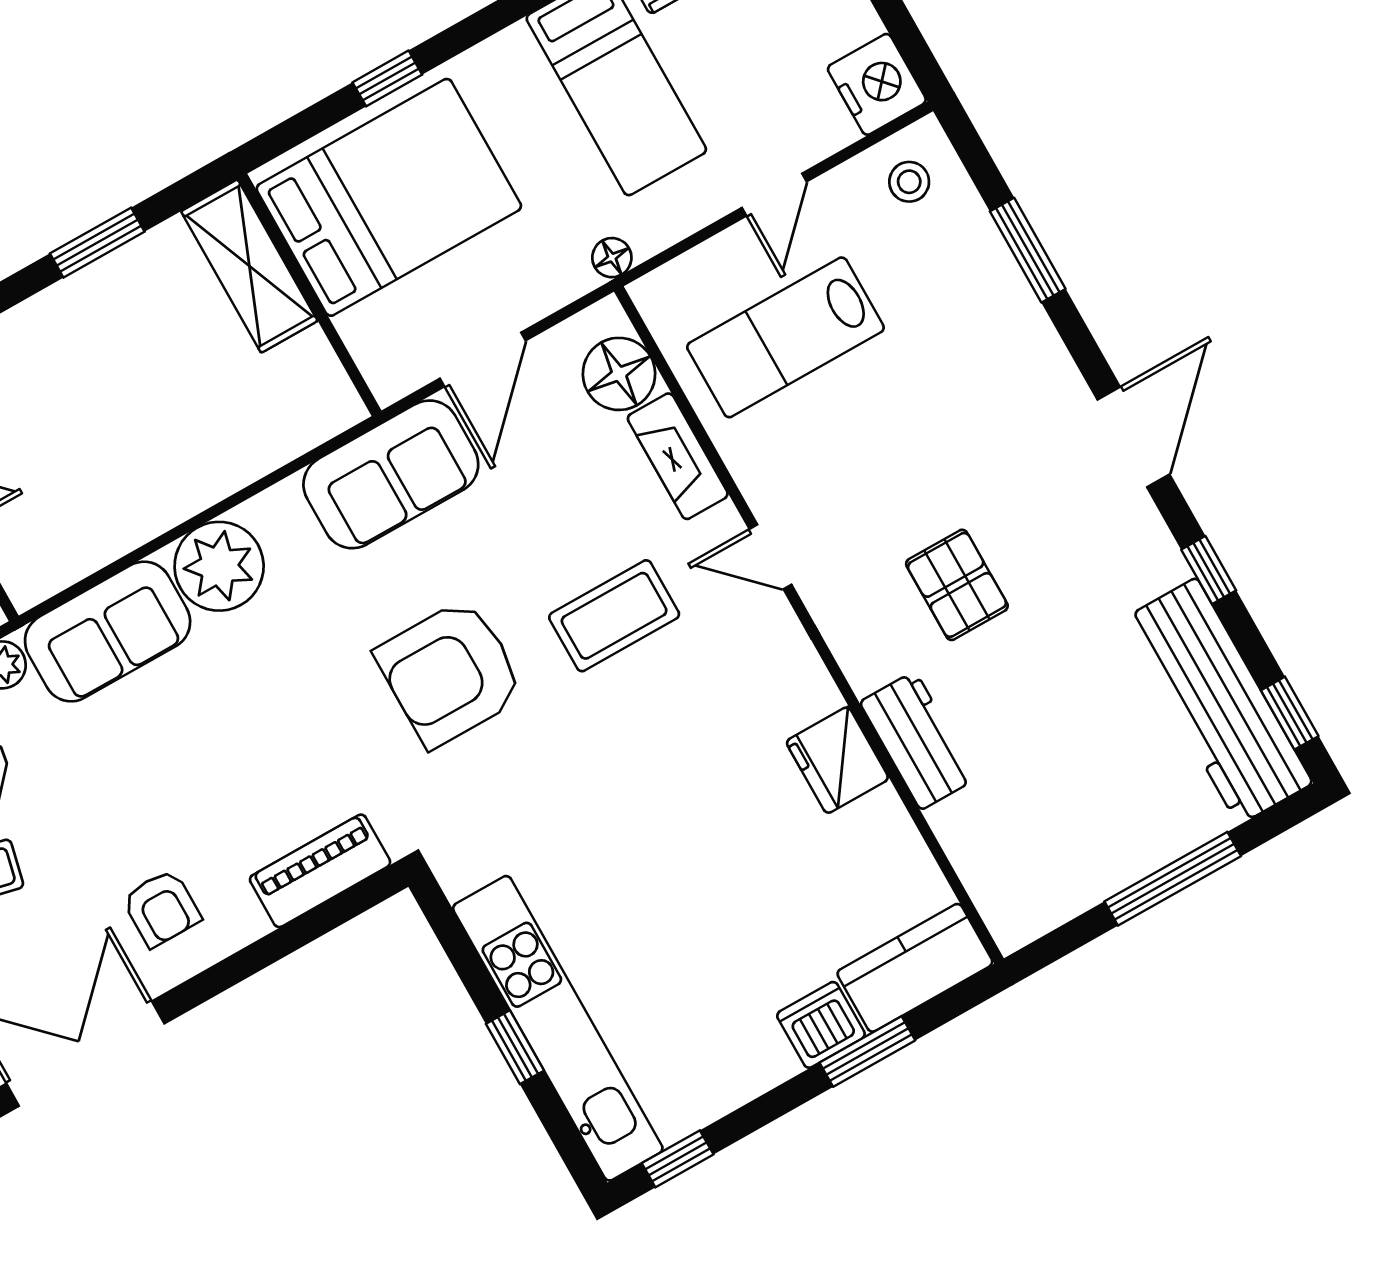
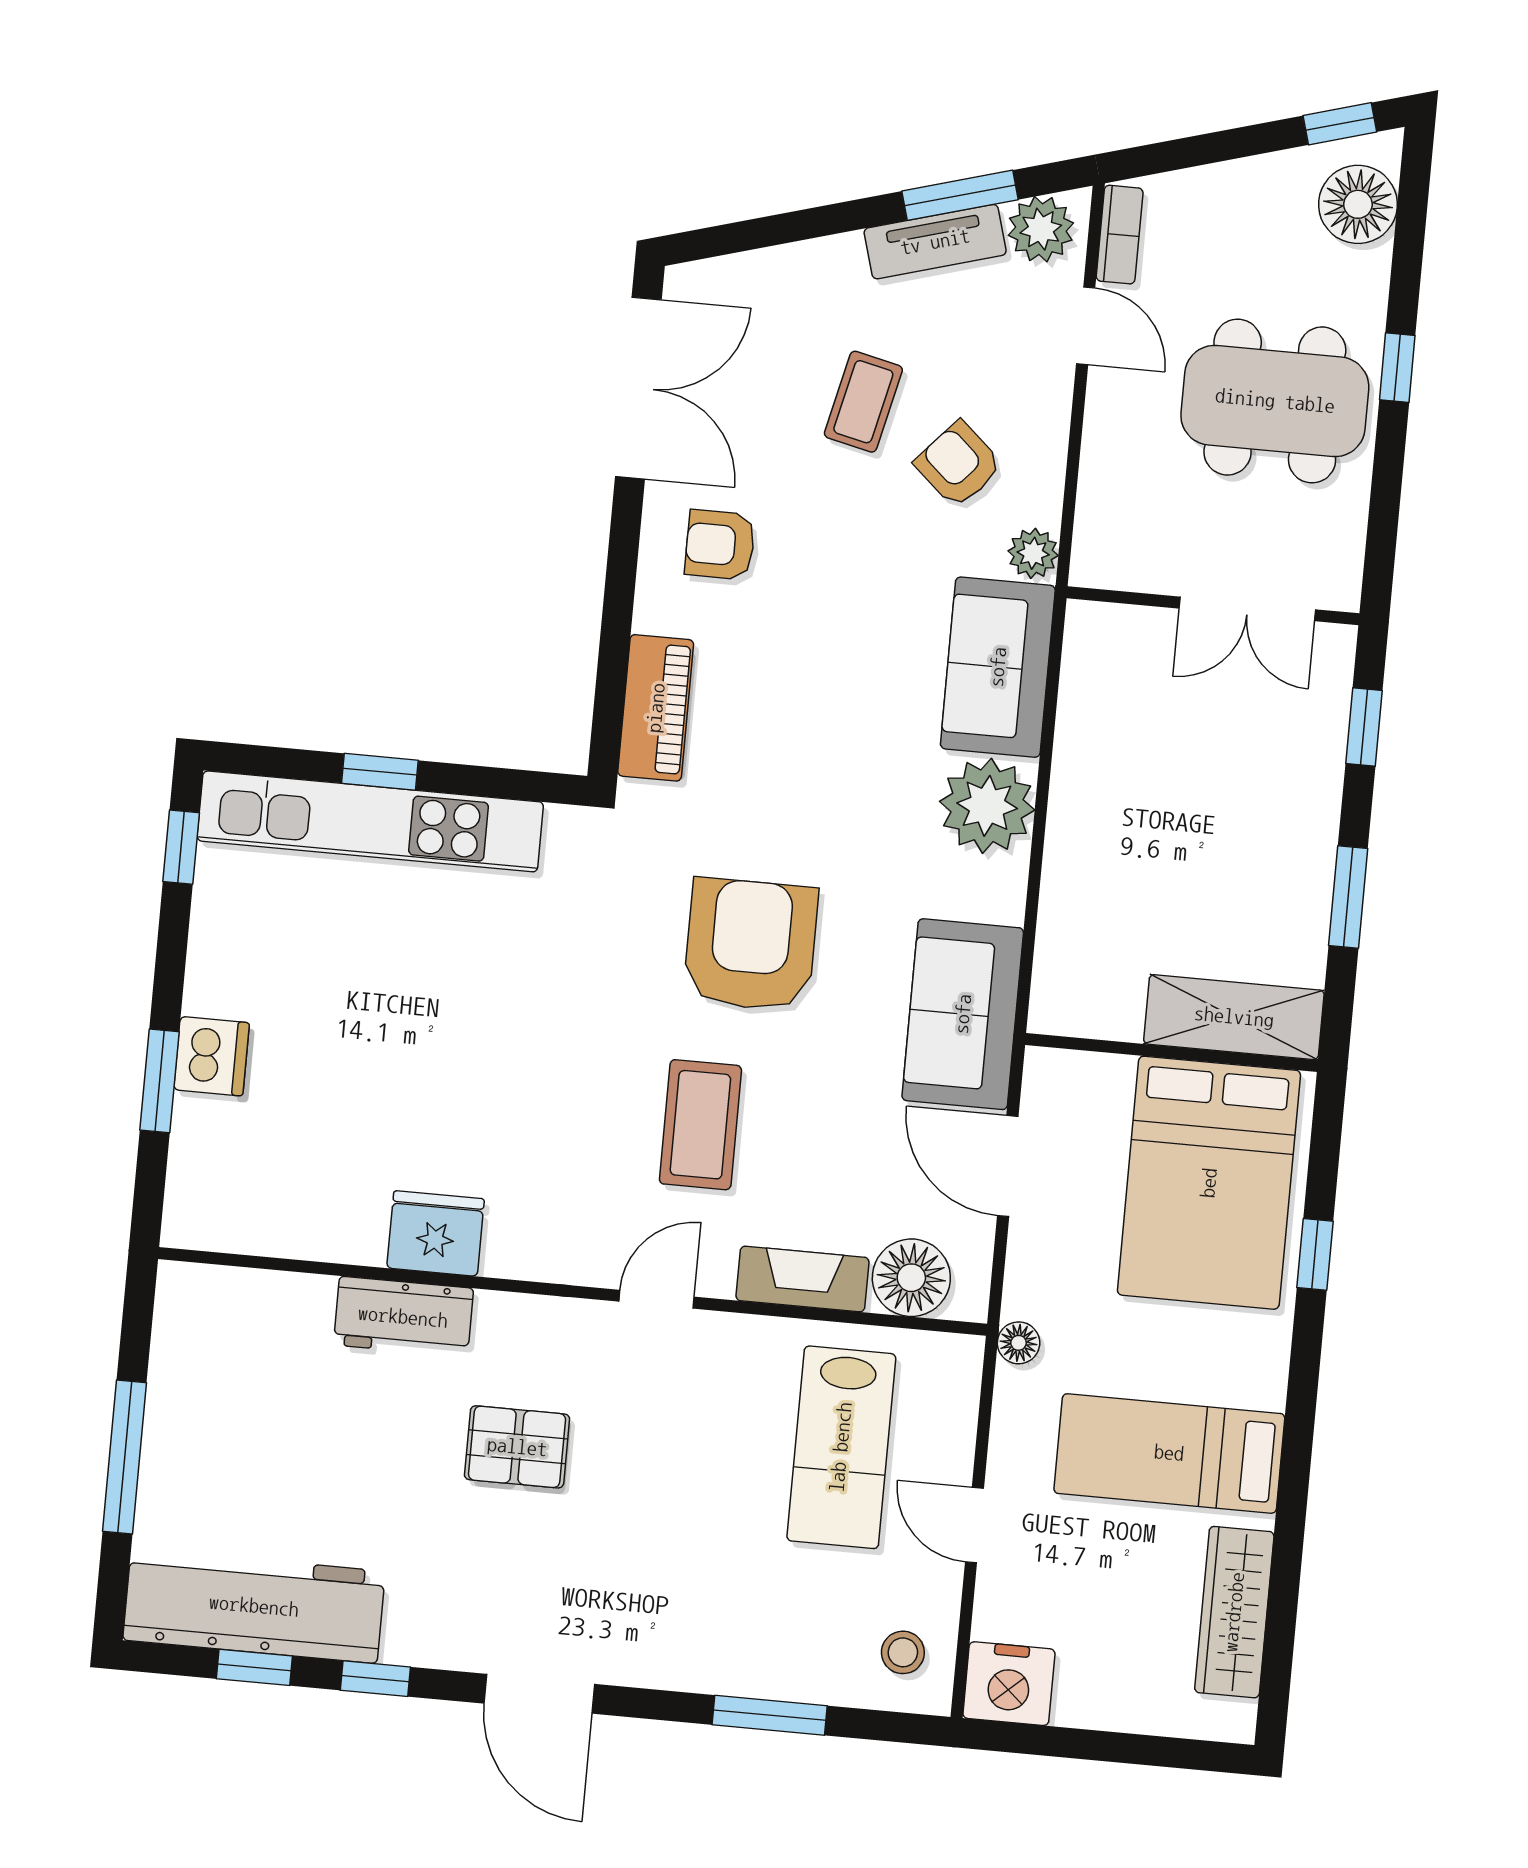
lab bench: (785, 337) -> (841, 1447), turned 180
window: (1290, 713) -> (254, 1667), moved
kitchen counter: (915, 968) -> (204, 1174), removed

